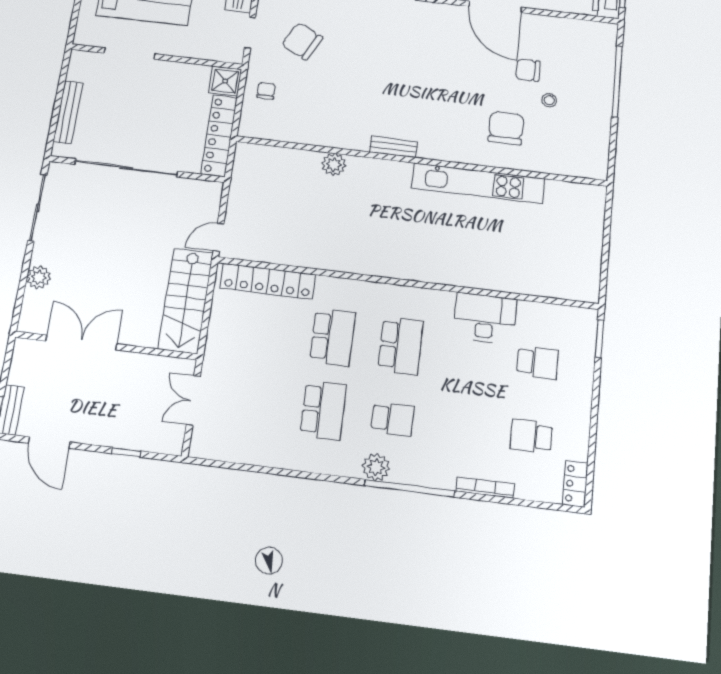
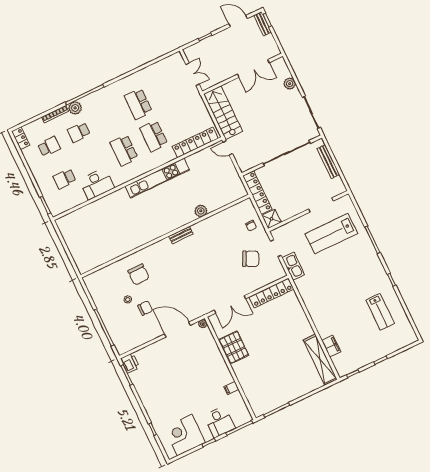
kitchen unit: (478, 183) -> (157, 178), moved, turned 180
door: (218, 237) -> (228, 148), swing flipped
school desk: (392, 419) -> (79, 132), moved
plant: (376, 467) -> (75, 108), moved

